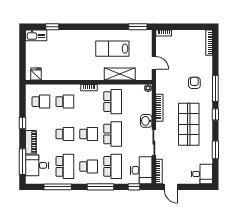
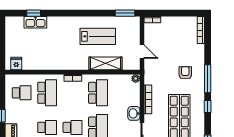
kitchen sink: (36, 35) -> (35, 22), moved
lab bench: (112, 49) -> (98, 36), turned 180
school desk: (65, 102) -> (47, 93), width x1.85

